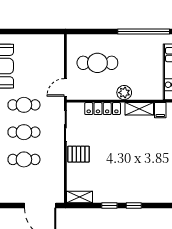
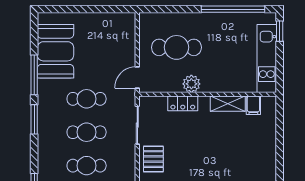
plant: (124, 93) -> (191, 84), moved
locker: (103, 109) -> (183, 103), width x0.66
pallet: (78, 154) -> (153, 159), turned 90

